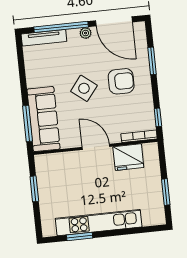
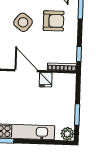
fridge: (128, 157) -> (46, 80), width x0.53, depth x0.75
plant: (157, 217) -> (67, 134), added

